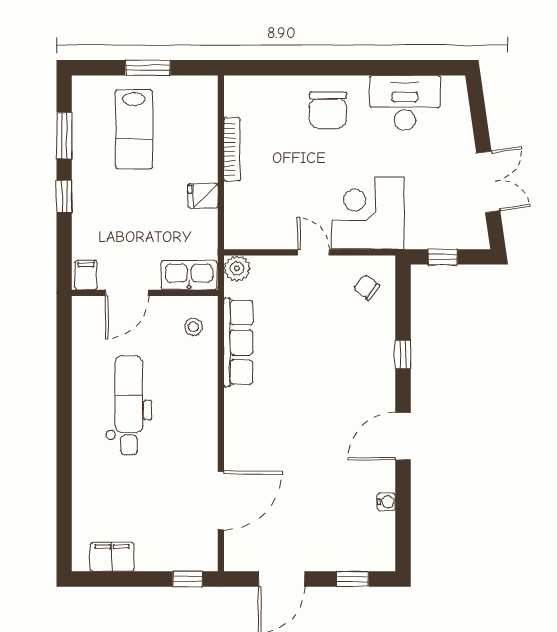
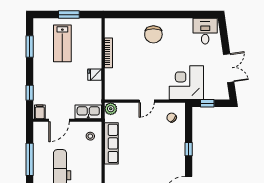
desk: (405, 103) -> (205, 31), moved, width x0.73
window: (64, 197) -> (30, 93), moved
corner desk: (368, 213) -> (186, 83), moved
door: (313, 252) -> (147, 101), swing flipped
window: (64, 376) -> (30, 159), added

